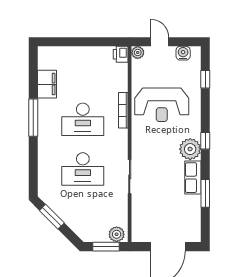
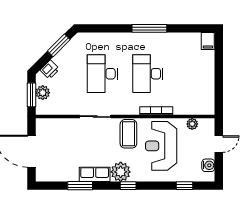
plant: (138, 53) -> (192, 124), moved
printer: (121, 54) -> (50, 70), moved, turned 135
filing cabinet: (47, 84) -> (208, 41), moved, width x0.50
coffee table: (149, 141) -> (128, 134), added
plant: (117, 234) -> (43, 93), moved

